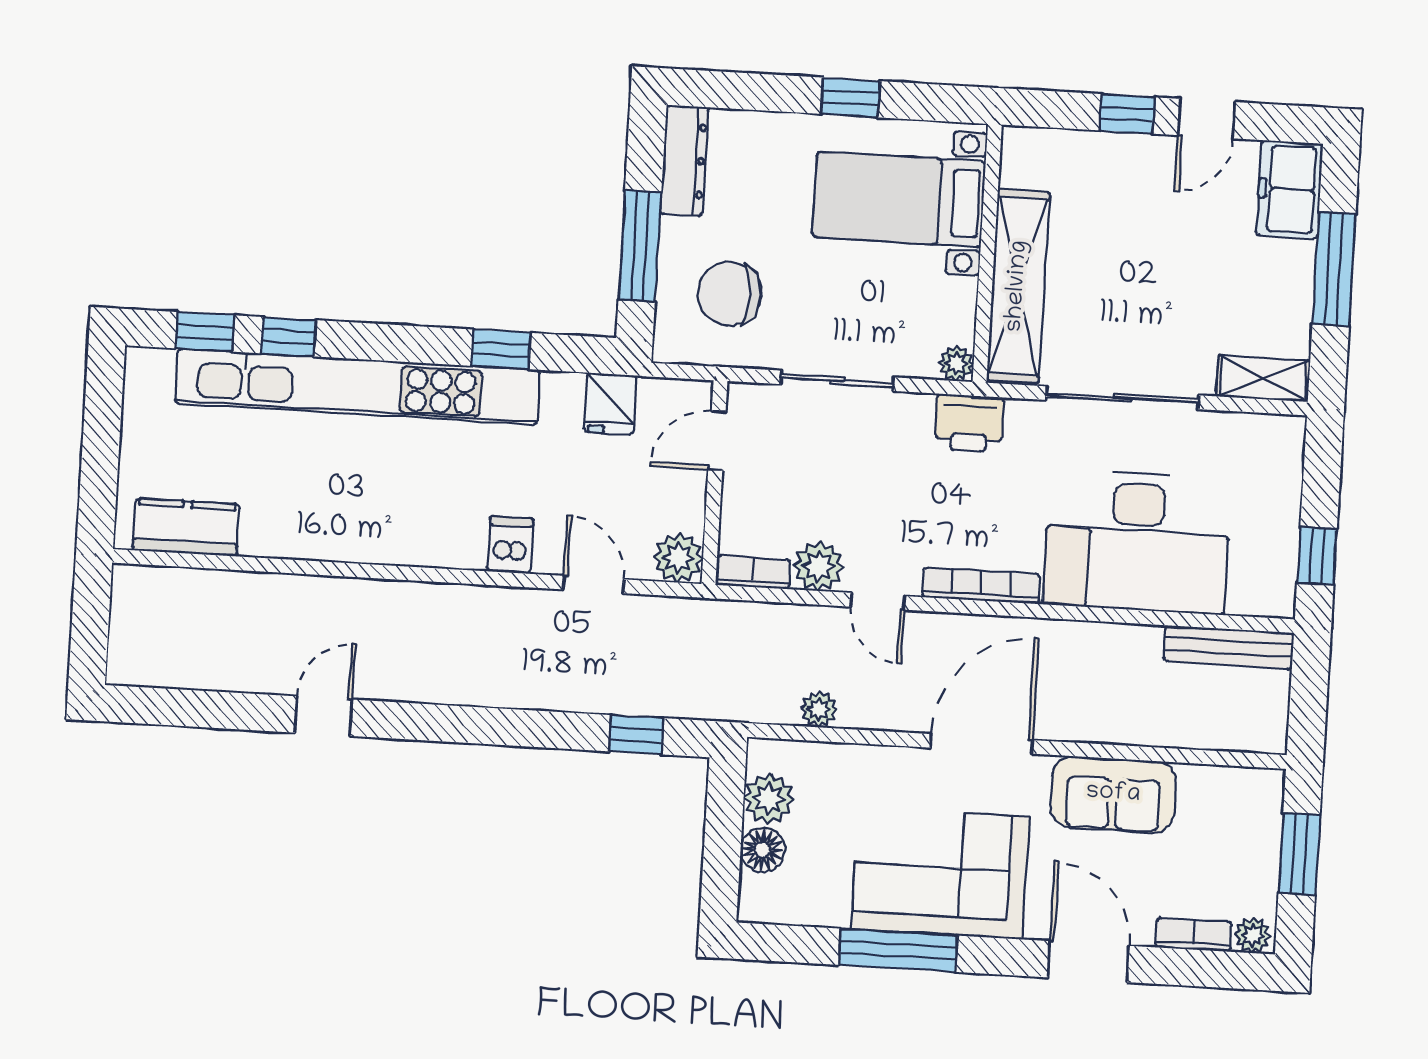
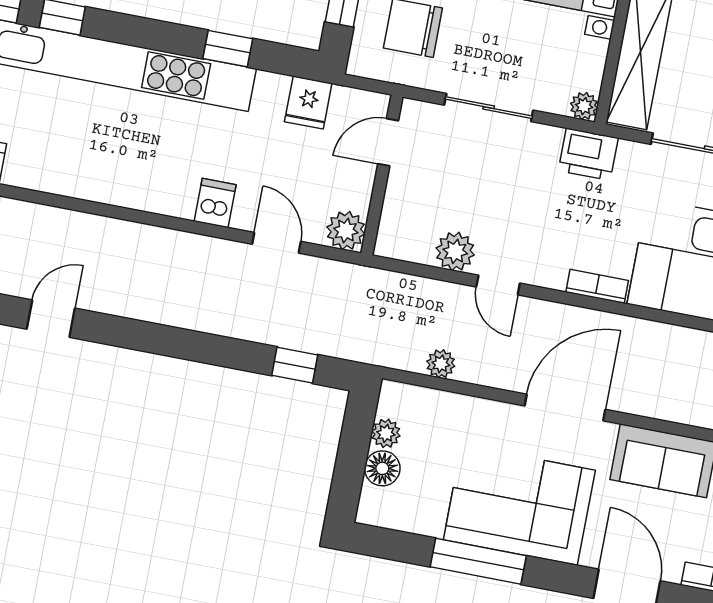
bookcase: (753, 572) -> (403, 249), removed
bookcase: (981, 586) -> (597, 286), width x0.64
plant: (769, 799) -> (386, 433), width x0.73, depth x0.73

